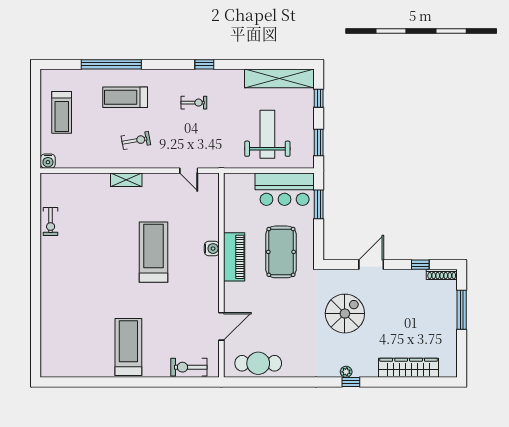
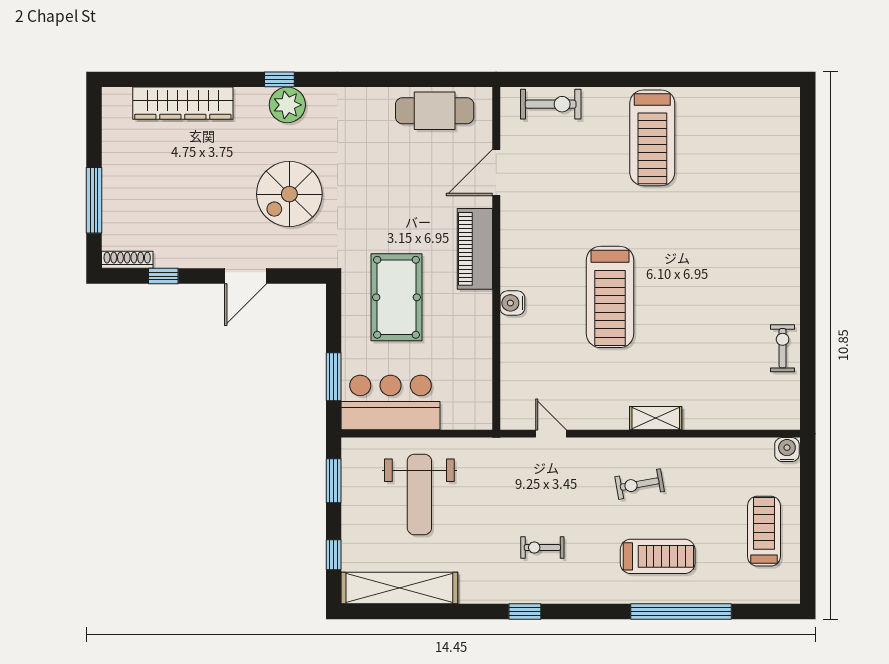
piano: (234, 257) -> (475, 249), moved
plant: (346, 372) -> (287, 105), width x1.88, depth x1.88

